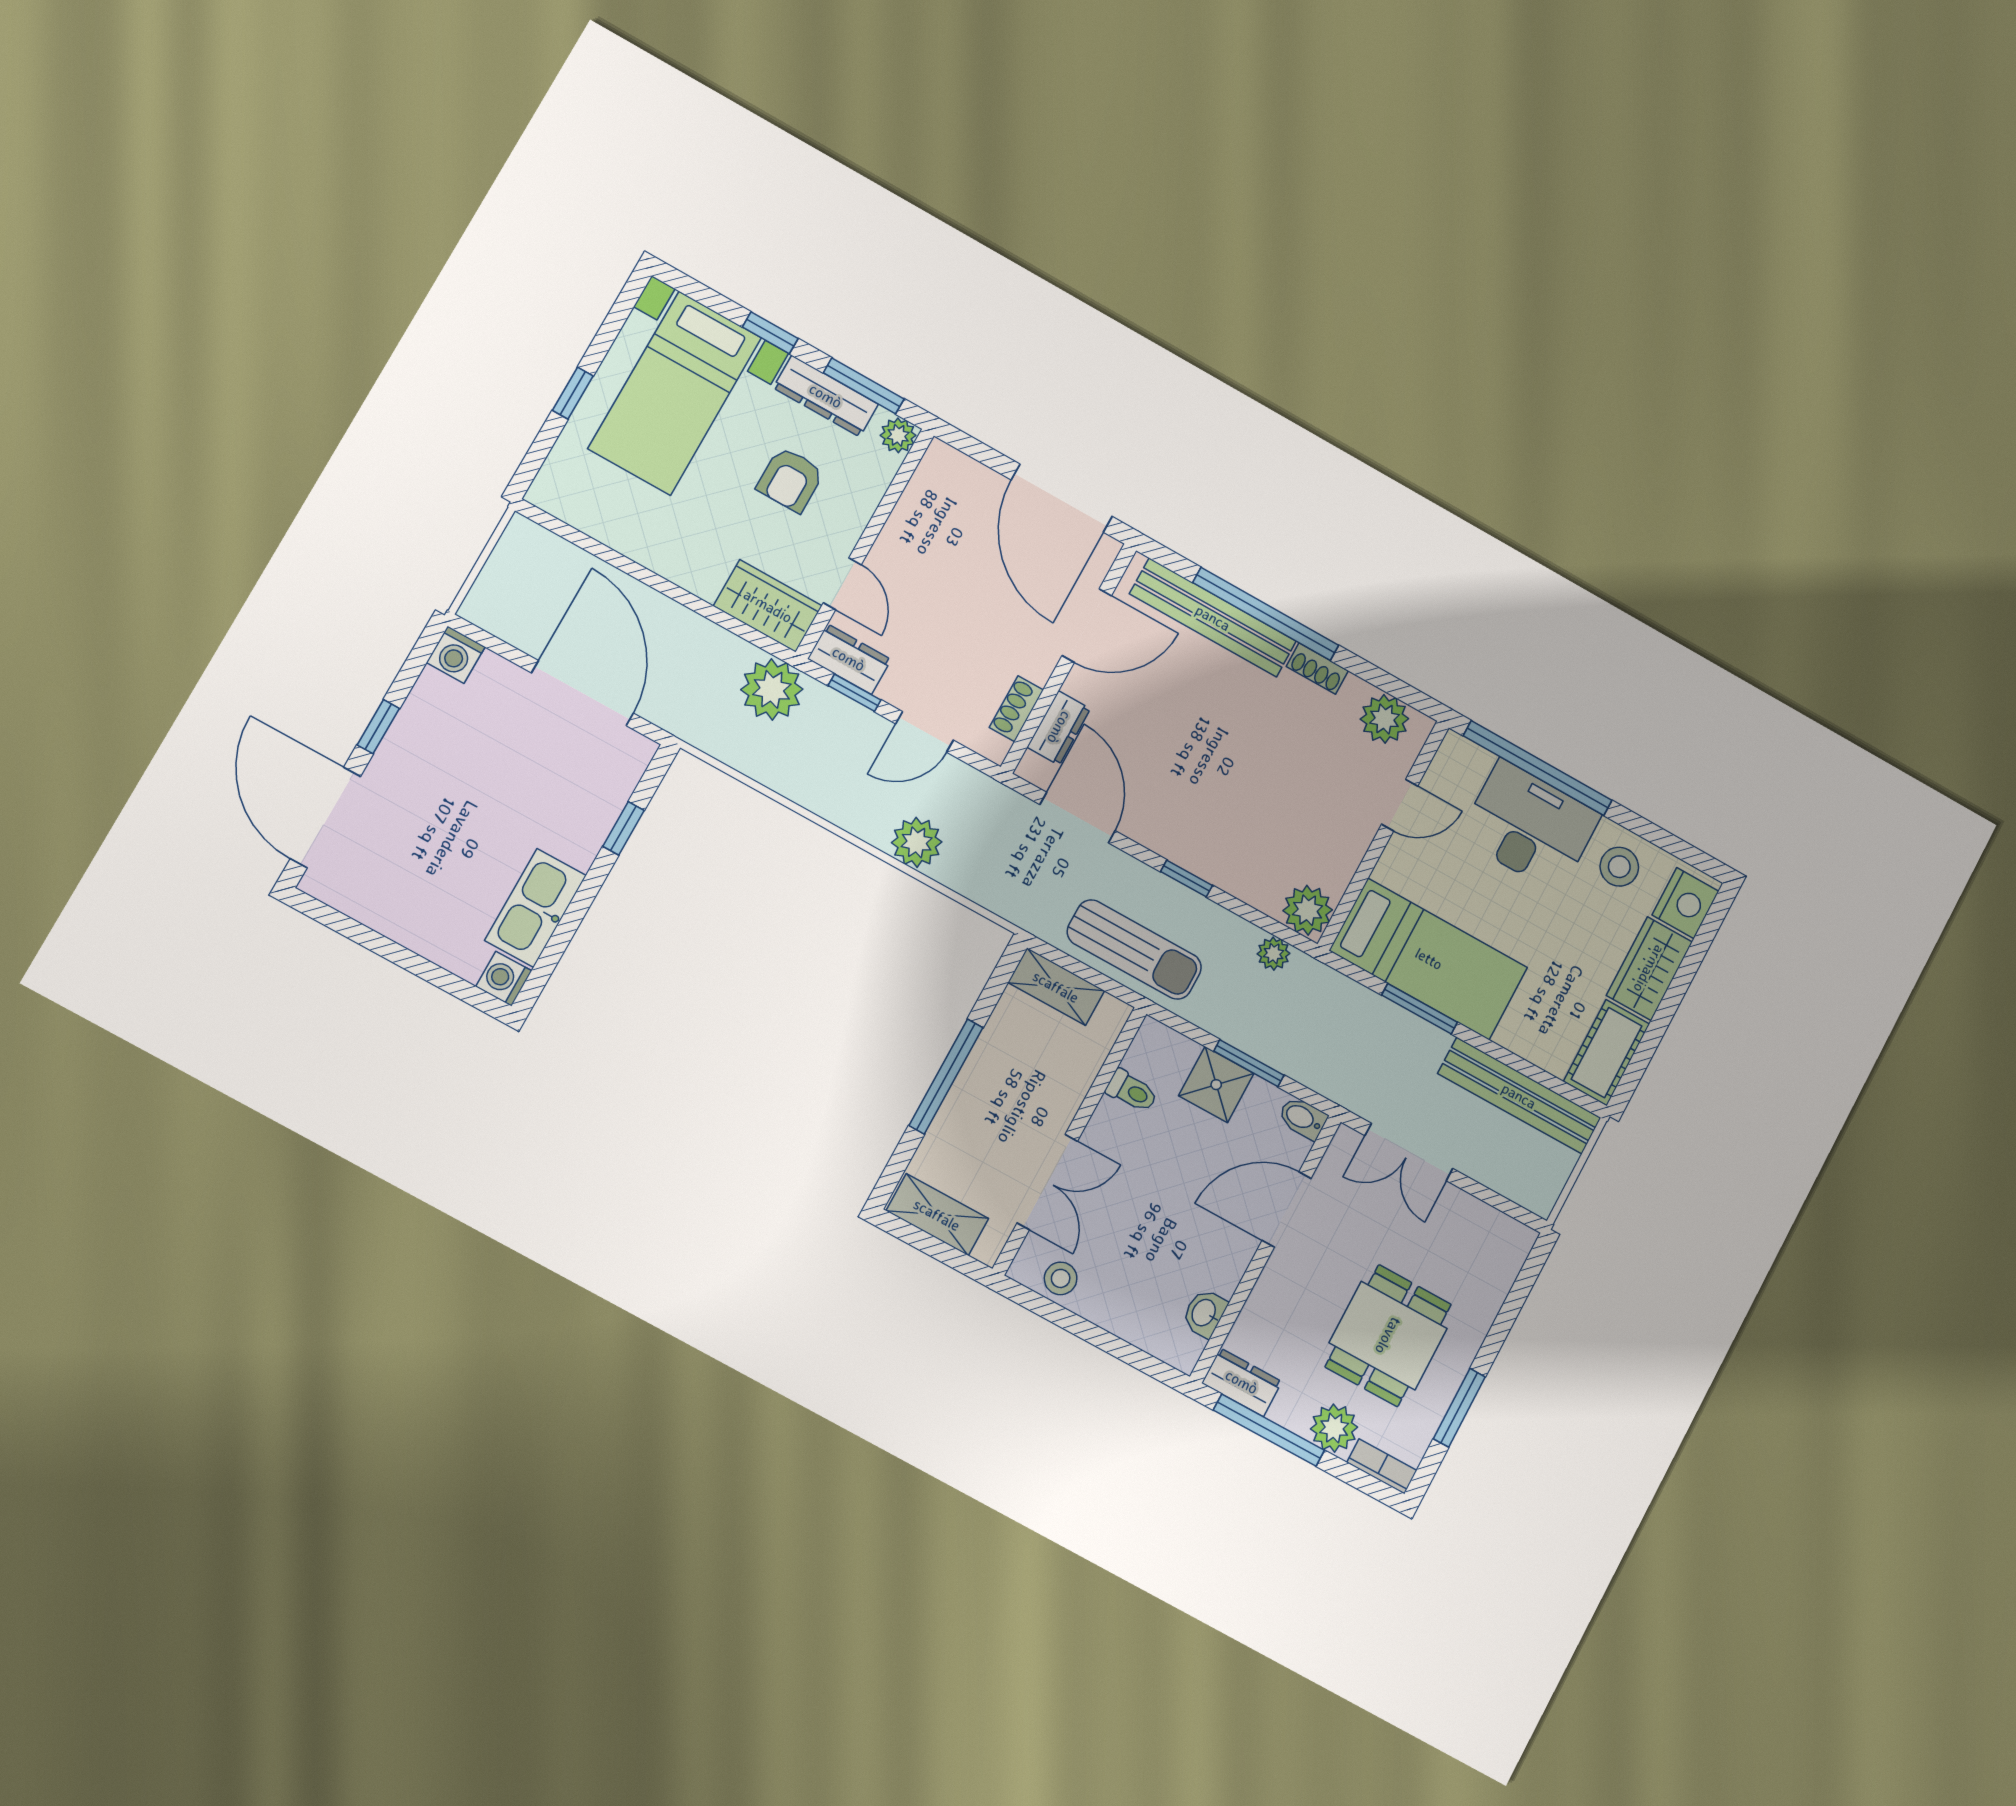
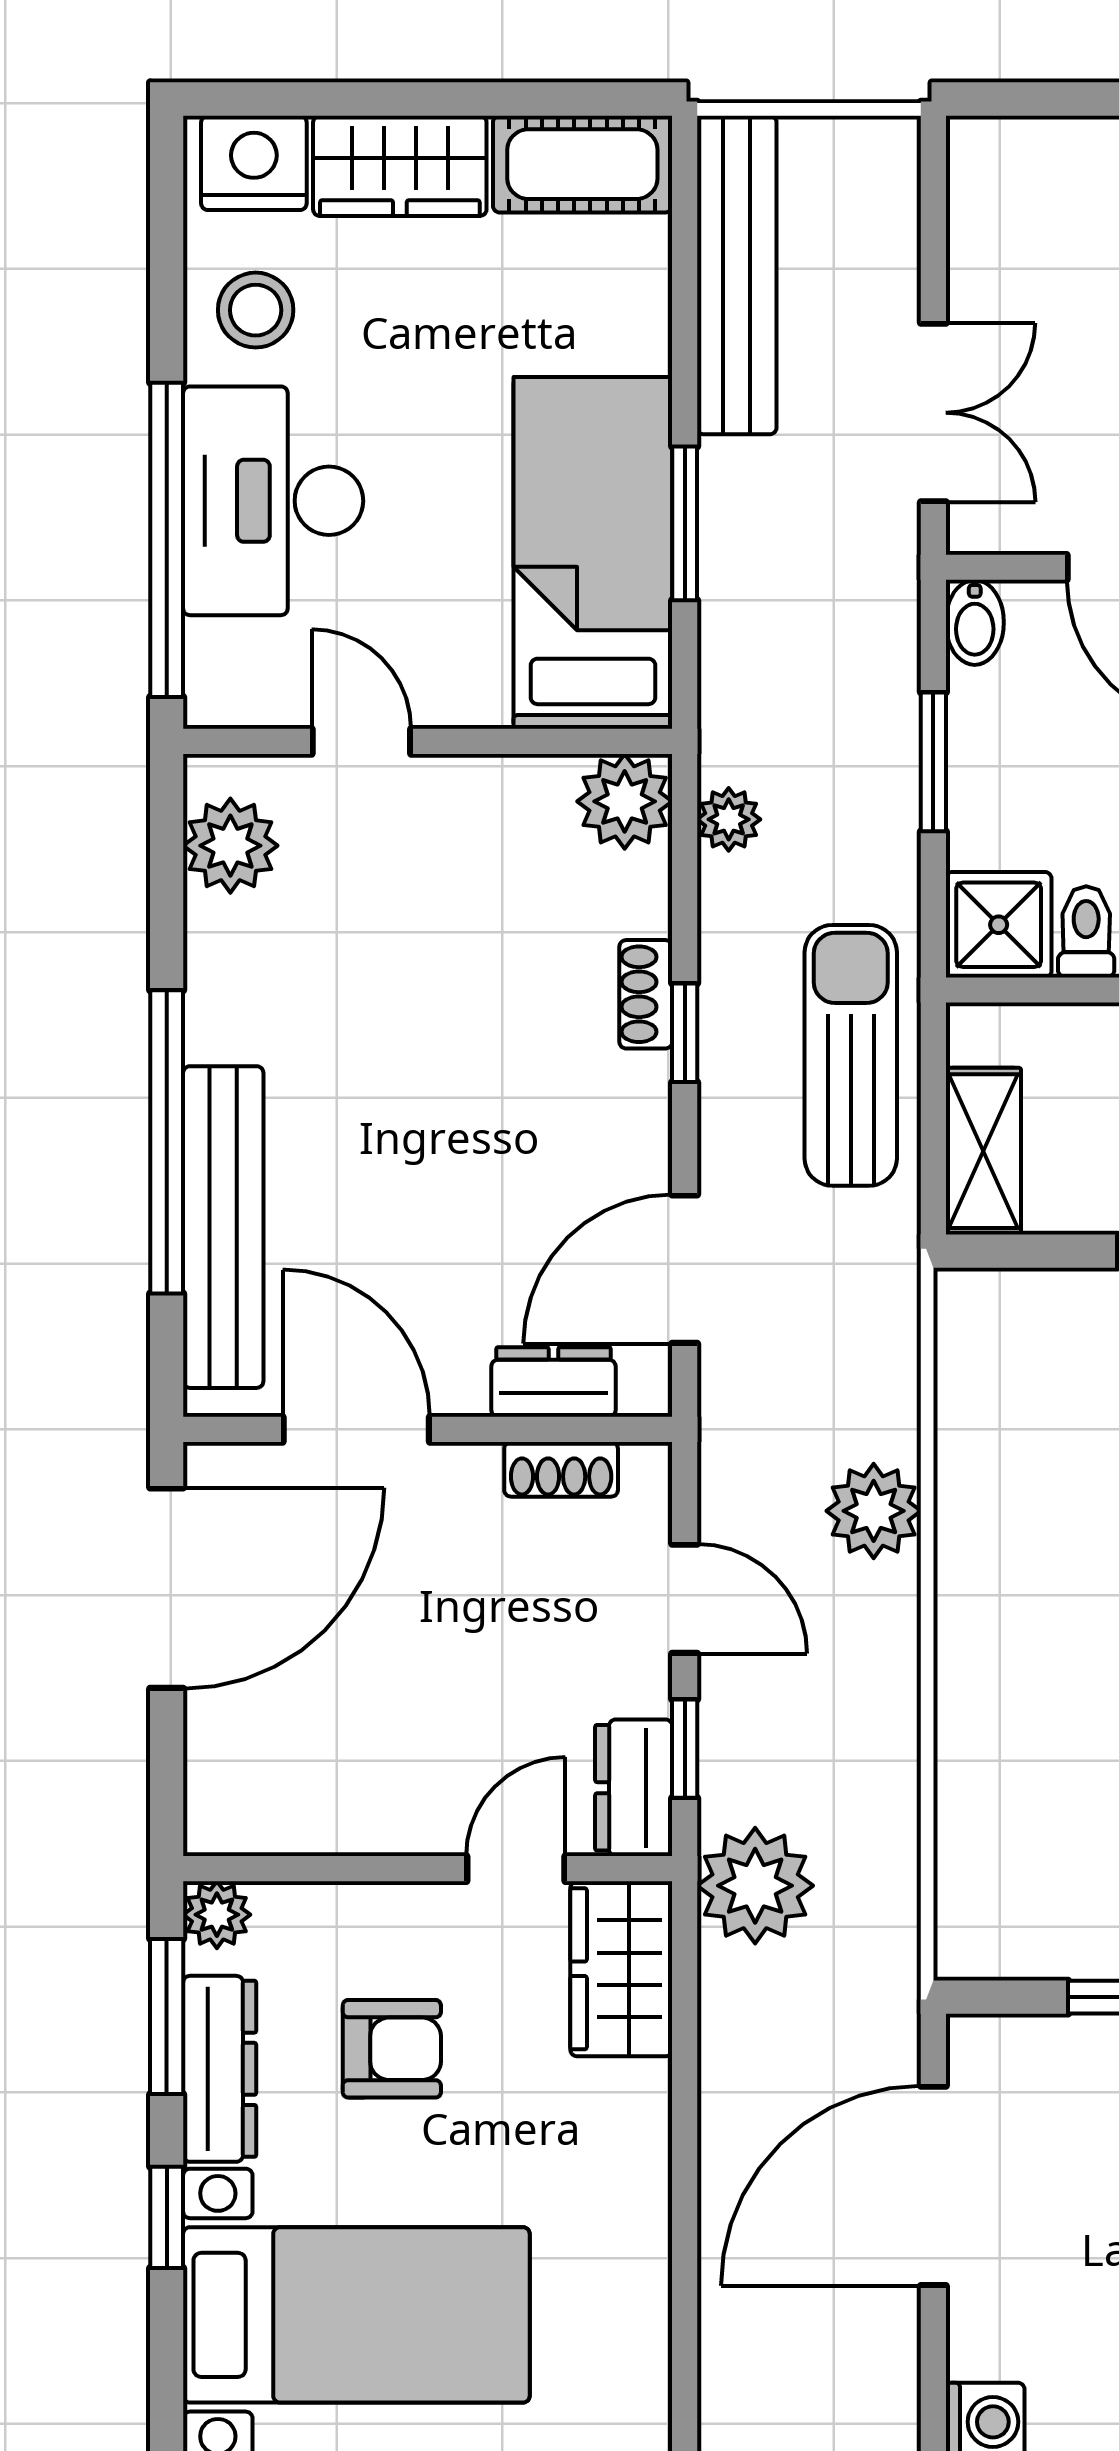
shoe rack: (1317, 669) -> (646, 994), moved, turned 180
shower: (1216, 1085) -> (999, 925), moved

